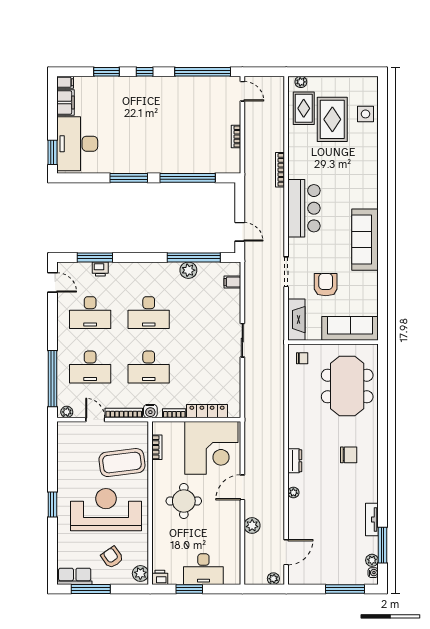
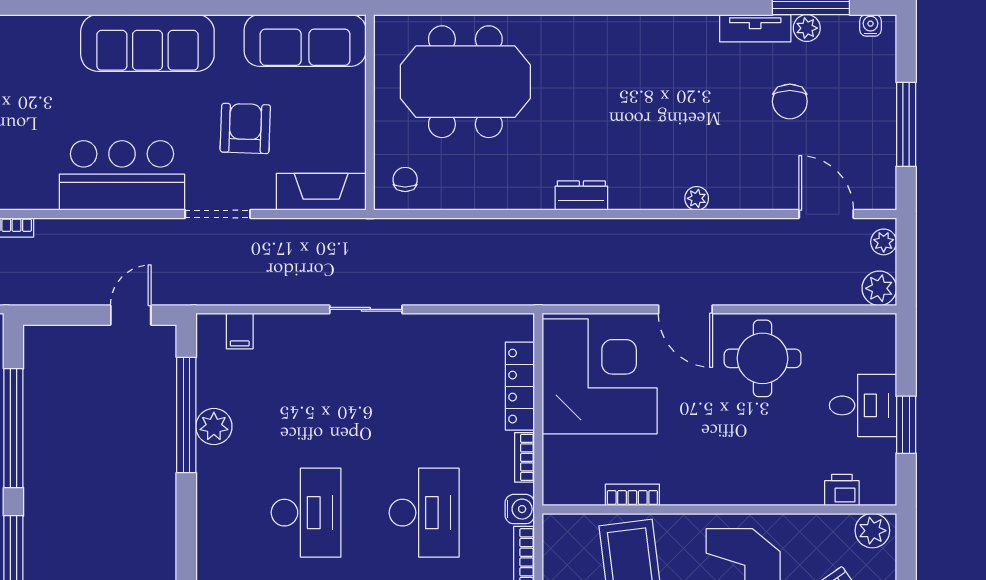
bar counter: (304, 208) -> (122, 175), moved
armchair: (326, 285) -> (245, 128), turned 92
sofa: (350, 328) -> (305, 40), moved, turned -90
bookcase: (157, 447) -> (632, 495), moved
chair: (349, 455) -> (790, 101), moved, turned 180
dresser: (295, 461) -> (581, 195), moved
round table: (184, 501) -> (763, 358), moved
plant: (252, 525) -> (879, 288), moved
plant: (372, 560) -> (807, 28), moved
desk: (203, 569) -> (863, 405), width x0.73
printer: (160, 577) -> (842, 490), moved, turned 90
window: (345, 589) -> (906, 124), moved

